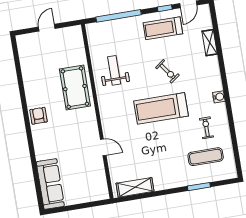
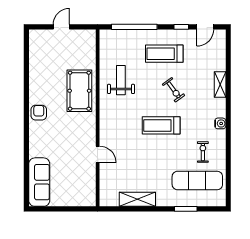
treadmill: (163, 28) -> (164, 54), moved
shelving: (210, 43) -> (220, 85), moved
treadmill: (161, 108) -> (161, 125), width x0.73, depth x0.73
exercise mat: (206, 157) -> (197, 180), width x1.36, depth x1.45
shelving: (135, 187) -> (137, 199), moved

